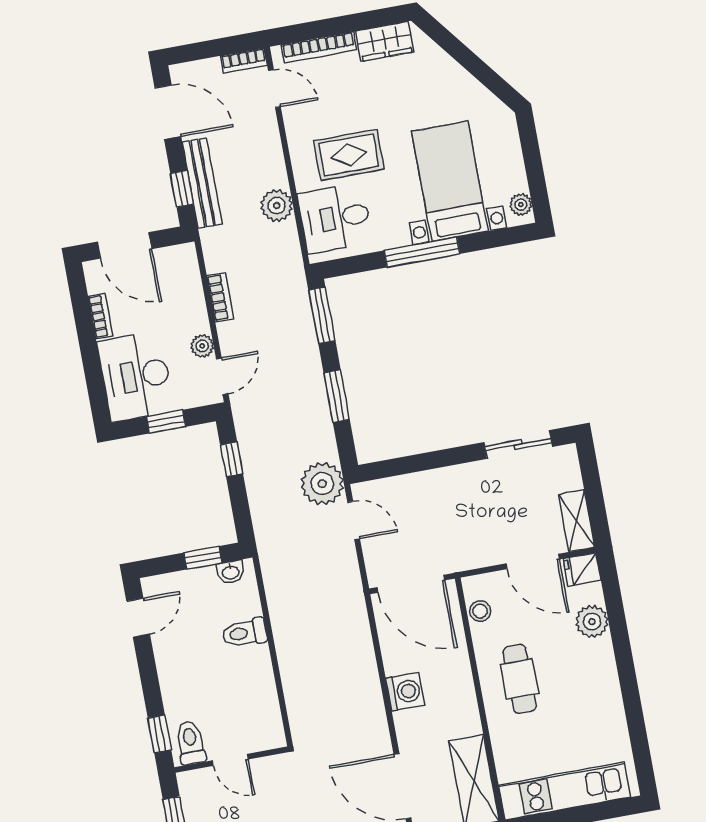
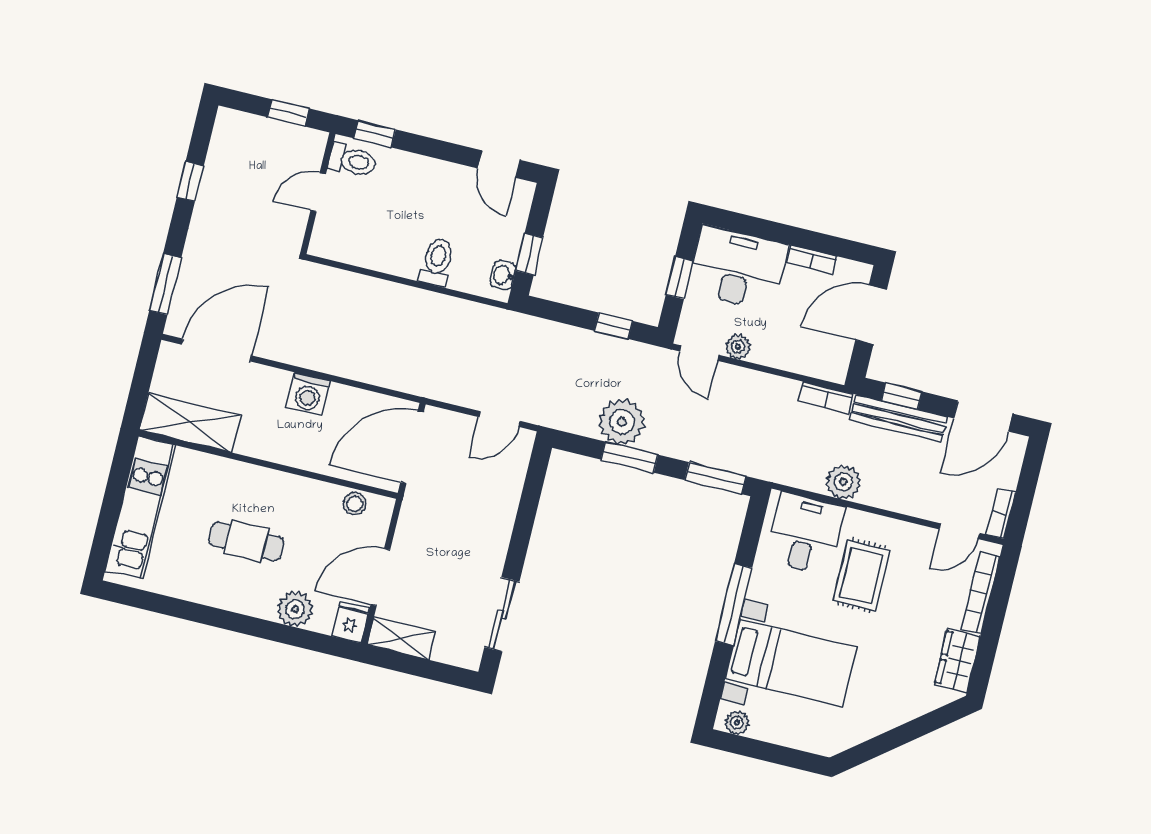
bookcase: (220, 297) -> (826, 398), moved
plant: (322, 484) -> (622, 422), moved
cafe table: (520, 679) -> (246, 541), moved

